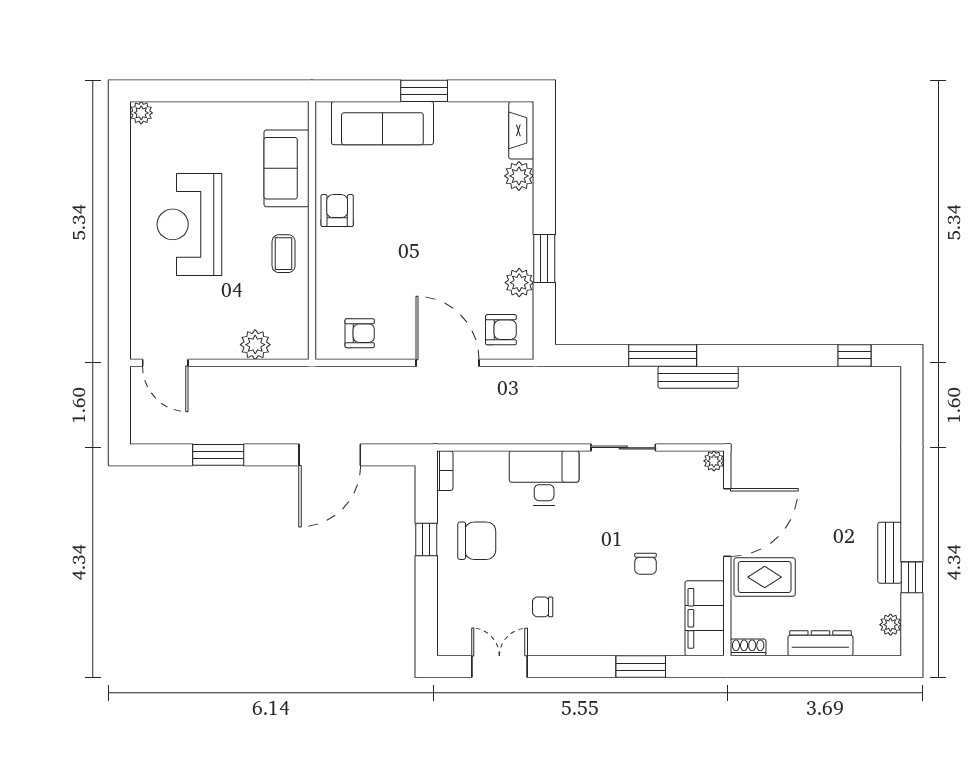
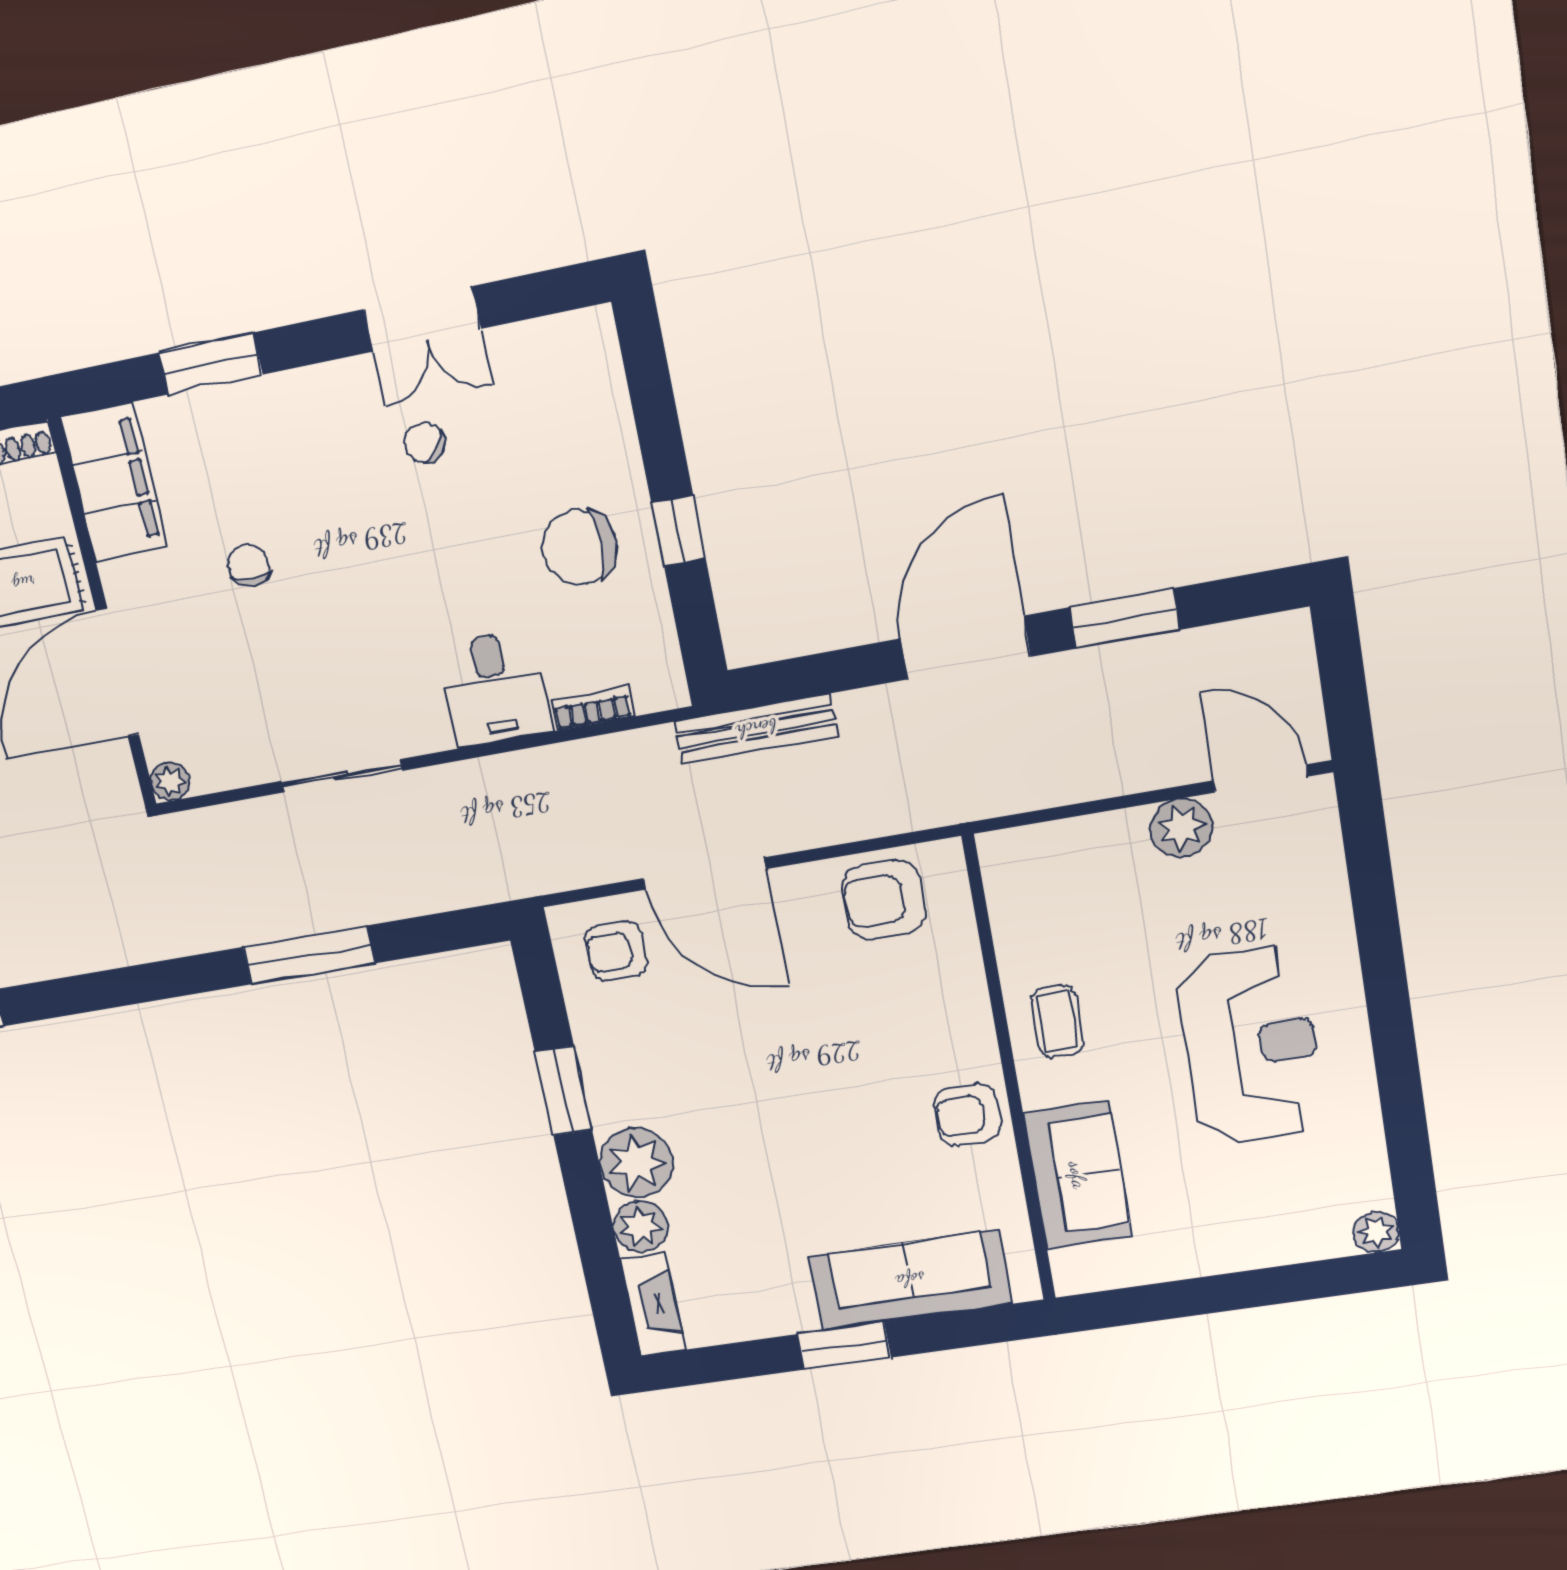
armchair: (337, 211) -> (968, 1115), turned 90
plant: (519, 283) -> (636, 1162), moved, width x1.36, depth x1.36
armchair: (360, 333) -> (884, 900), width x1.38, depth x1.38
plant: (255, 345) -> (1181, 828), moved
bench: (698, 377) -> (756, 729), moved
door: (330, 455) -> (965, 648), moved
bookcase: (445, 471) -> (592, 708), moved, turned 90
desk: (544, 478) -> (494, 689), width x0.73
chair: (543, 607) -> (425, 443), turned -140
double door: (499, 667) -> (422, 319), moved

